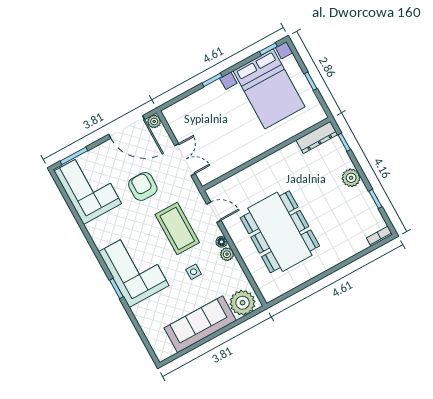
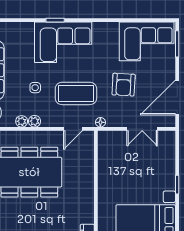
plant: (154, 121) -> (22, 121), moved
double door: (185, 160) -> (142, 129), moved
armchair: (143, 186) -> (124, 85), turned 93
floor lamp: (222, 242) -> (100, 122), moved

